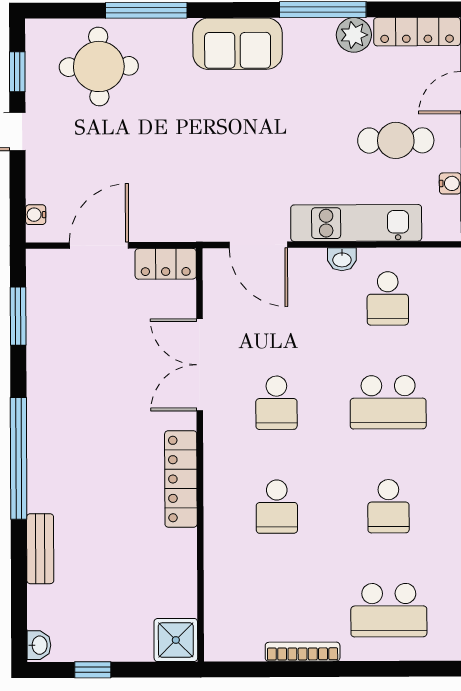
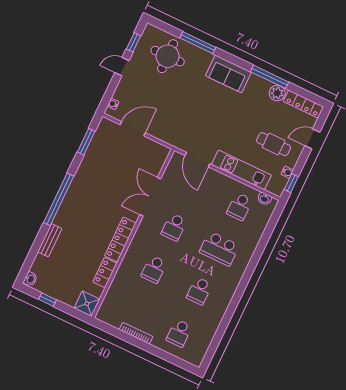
washbasin: (342, 259) -> (264, 199), moved
locker: (166, 264) -> (105, 273), moved, turned 90
school desk: (389, 610) -> (179, 333), width x0.54

